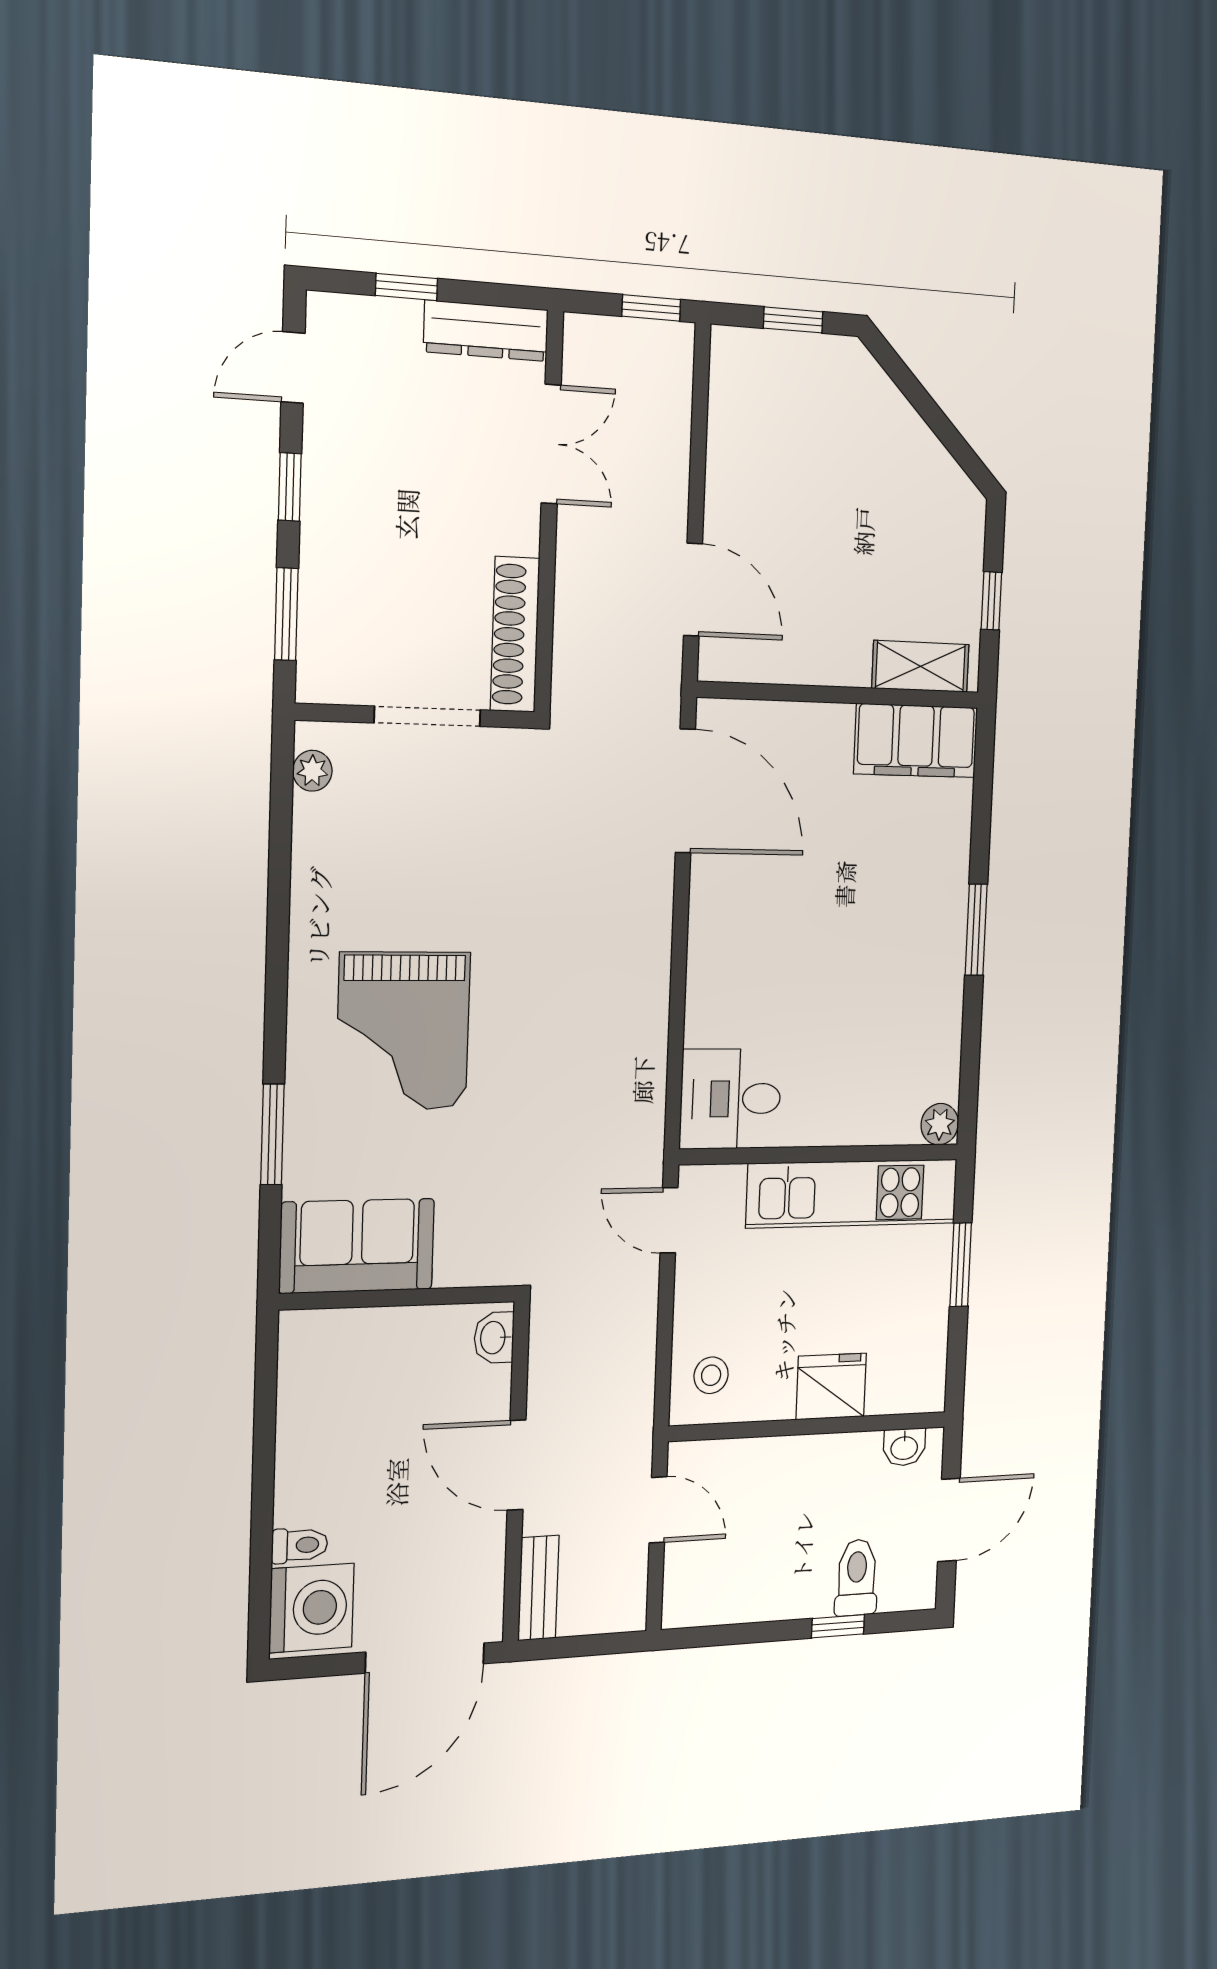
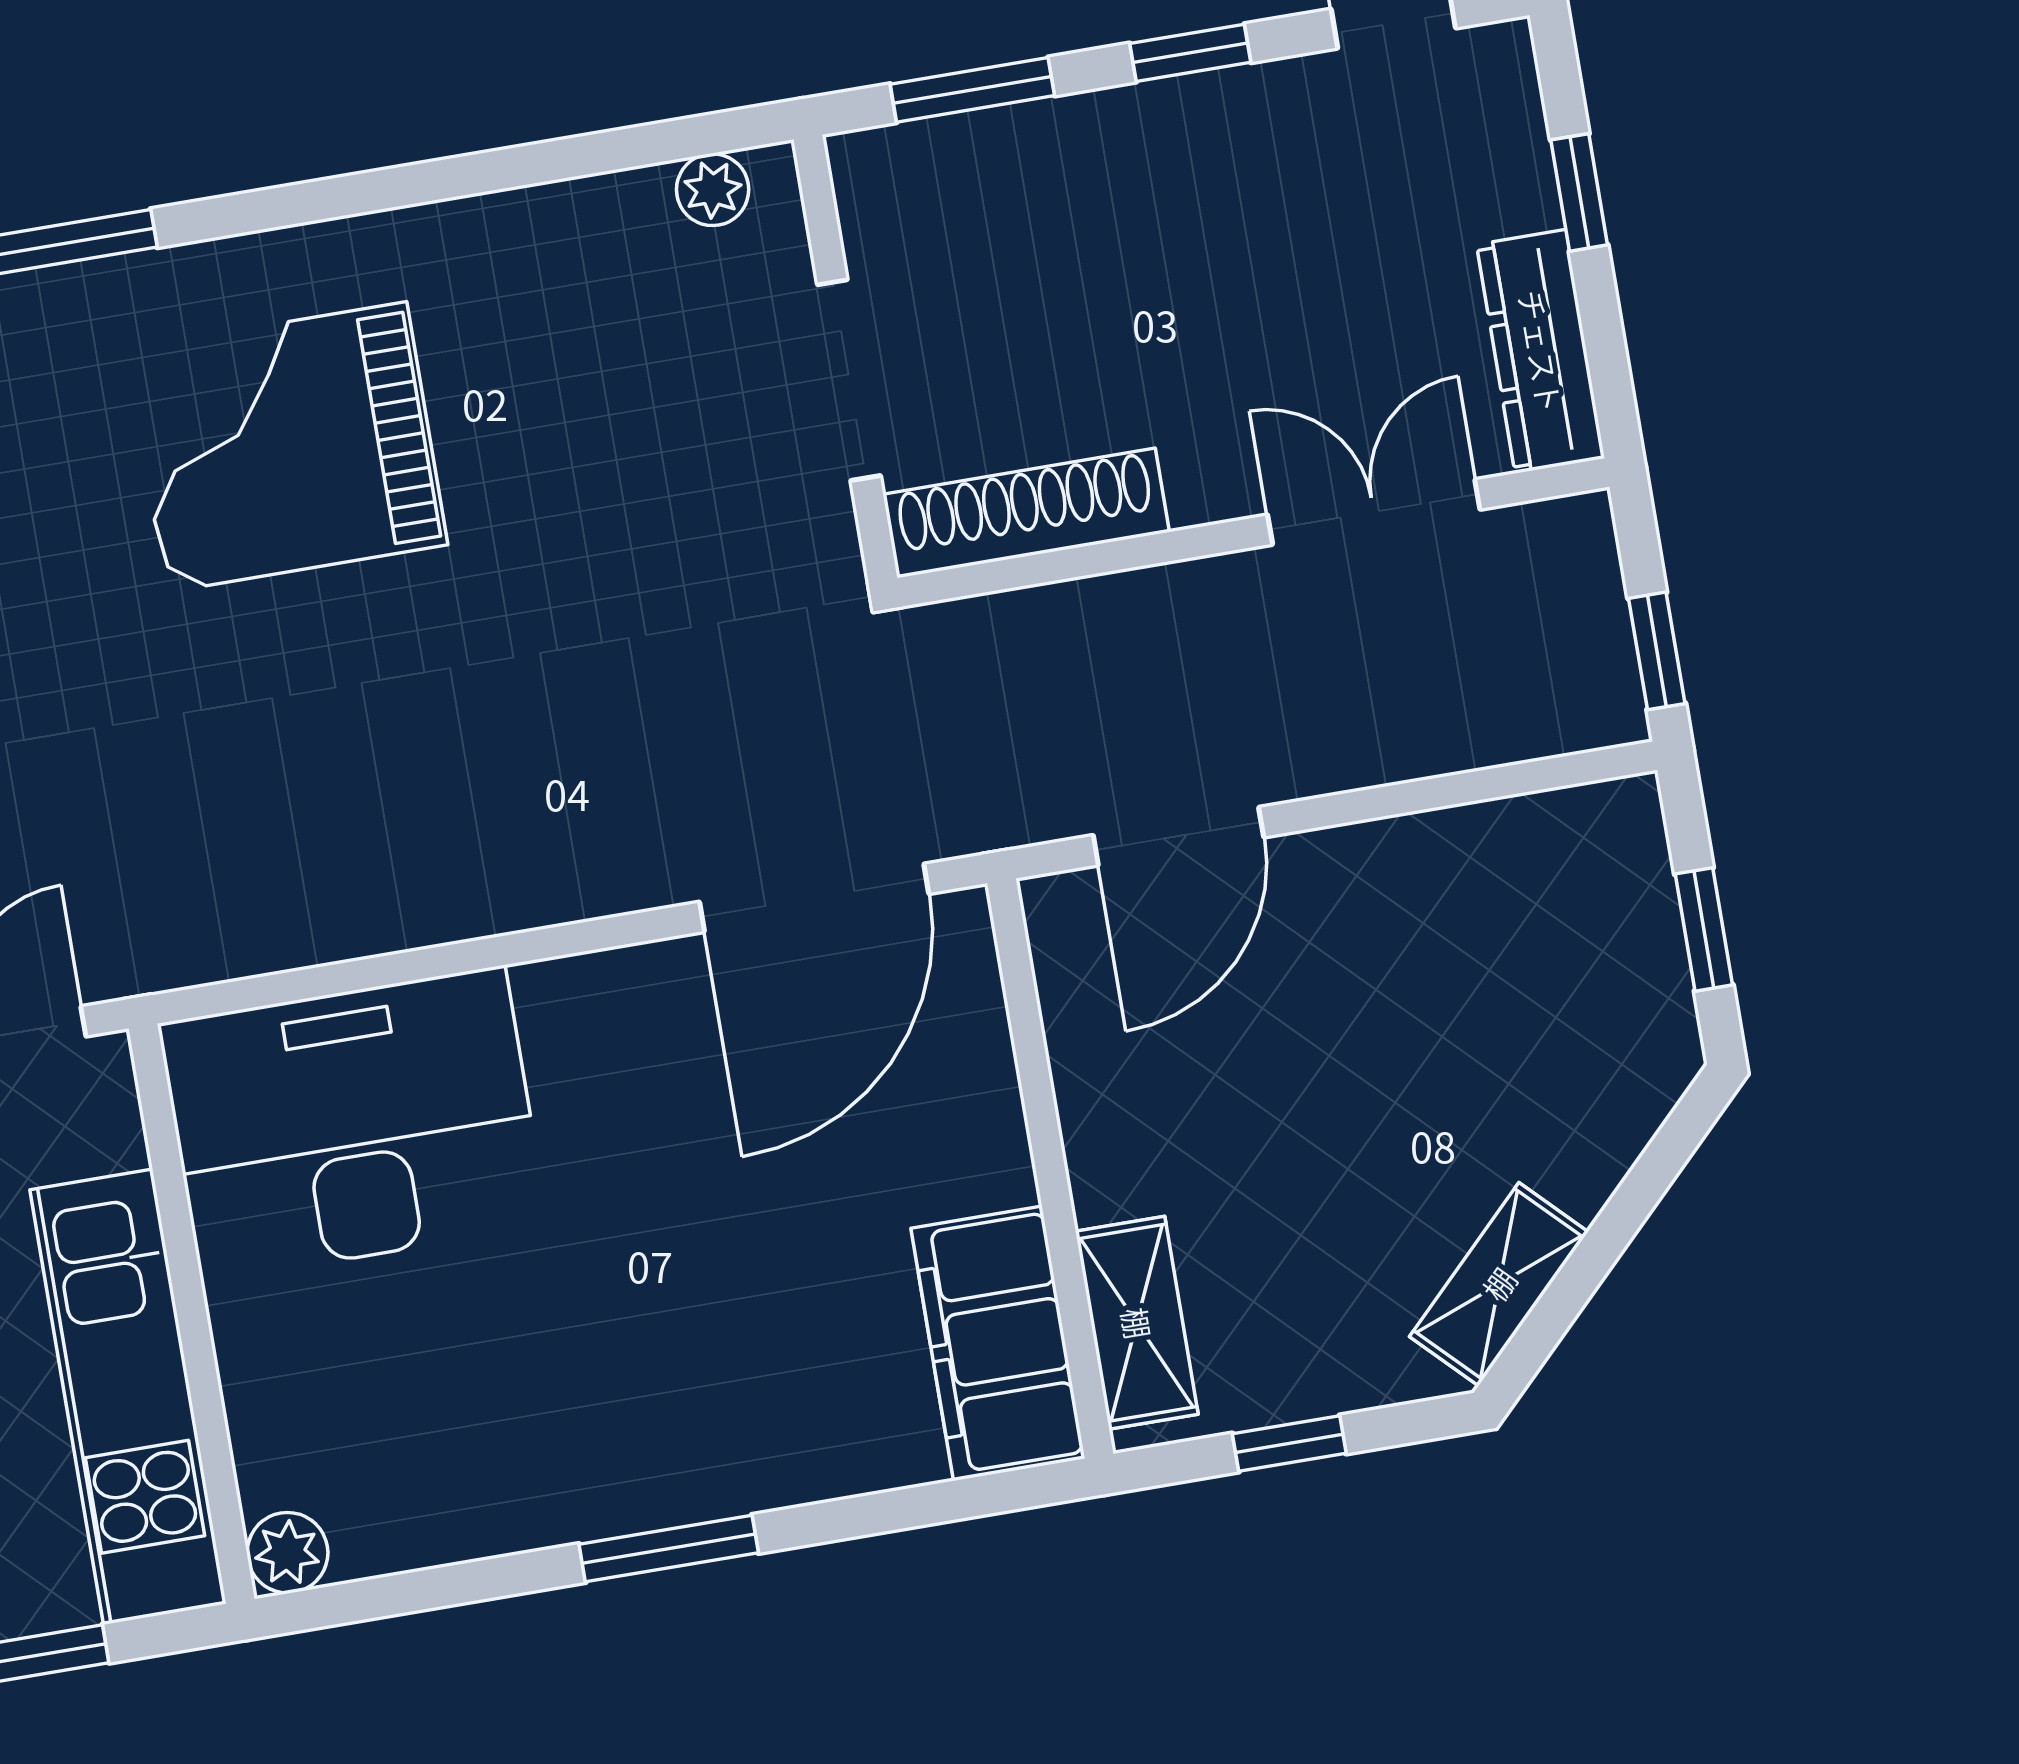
double door: (551, 444) -> (1374, 512), swing flipped
shelving: (940, 473) -> (1499, 1284), added
desk: (731, 1099) -> (353, 1124), width x1.87, depth x1.30

